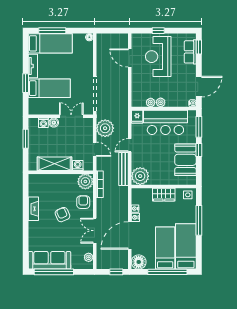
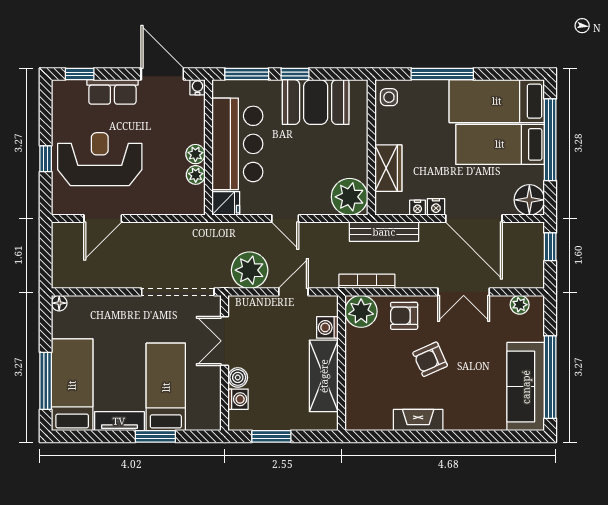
row of seats: (190, 52) -> (112, 92), moved
reception desk: (158, 57) -> (100, 159), turned 180
bench: (124, 169) -> (384, 232), moved
wardrobe: (164, 195) -> (388, 168), moved

